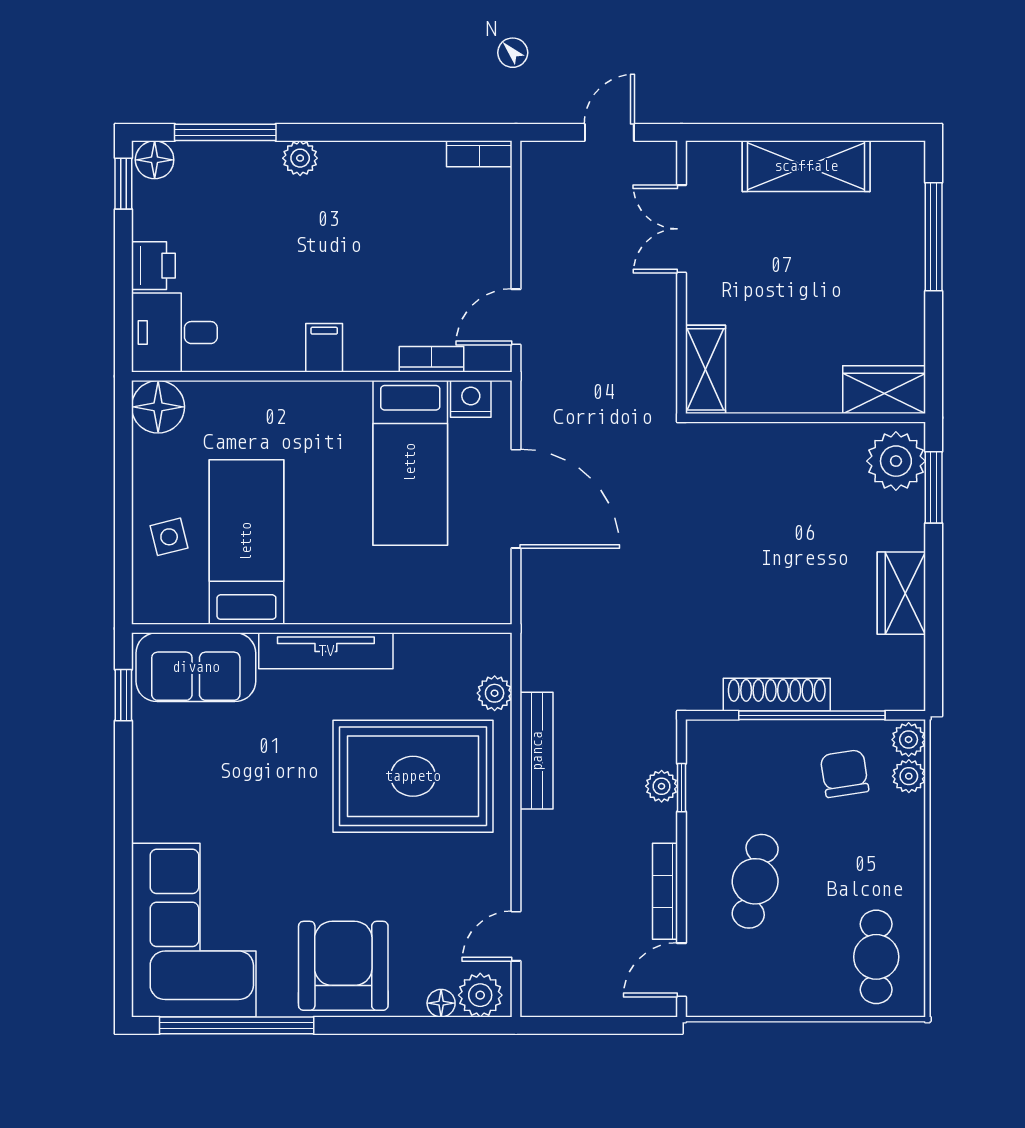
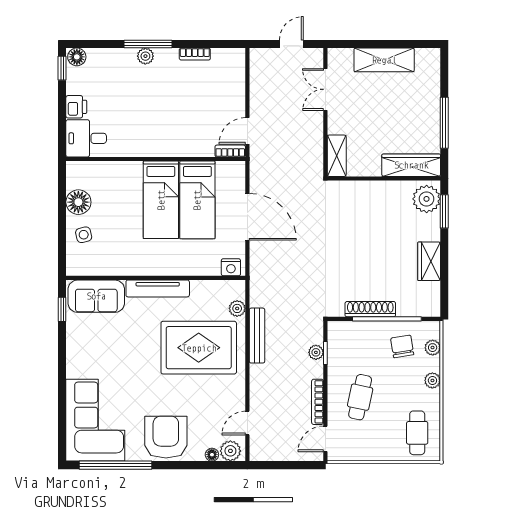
window: (225, 132) -> (148, 44), moved
bookcase: (479, 154) -> (195, 54), moved
window: (934, 237) -> (444, 123), moved
filing cabinet: (324, 348) -> (157, 146), removed
bookcase: (432, 359) -> (230, 151), moved
wardrobe: (884, 390) -> (411, 165), width x1.50
nightstand: (471, 399) -> (231, 267), moved, turned 180
floor lamp: (158, 407) -> (78, 202), moved
bed: (246, 542) -> (161, 200), moved, turned 180
plant: (909, 740) -> (432, 380), moved

